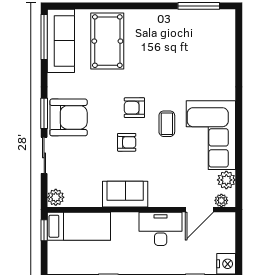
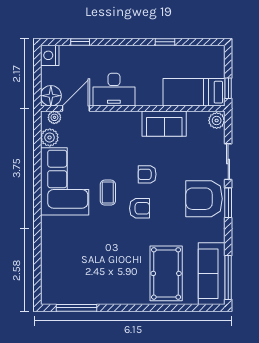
sofa: (125, 194) -> (164, 124), moved
floor lamp: (225, 223) -> (51, 96), added

